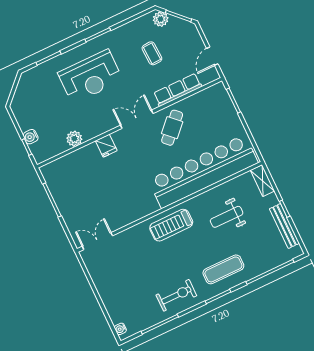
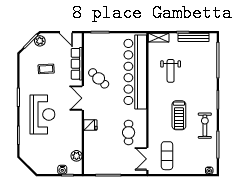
plant: (161, 19) -> (40, 41), moved
plant: (74, 139) -> (76, 156), moved
cafe table: (120, 200) -> (129, 132), added
treadmill: (171, 225) -> (179, 115), moved
exercise mat: (223, 269) -> (167, 156), moved

